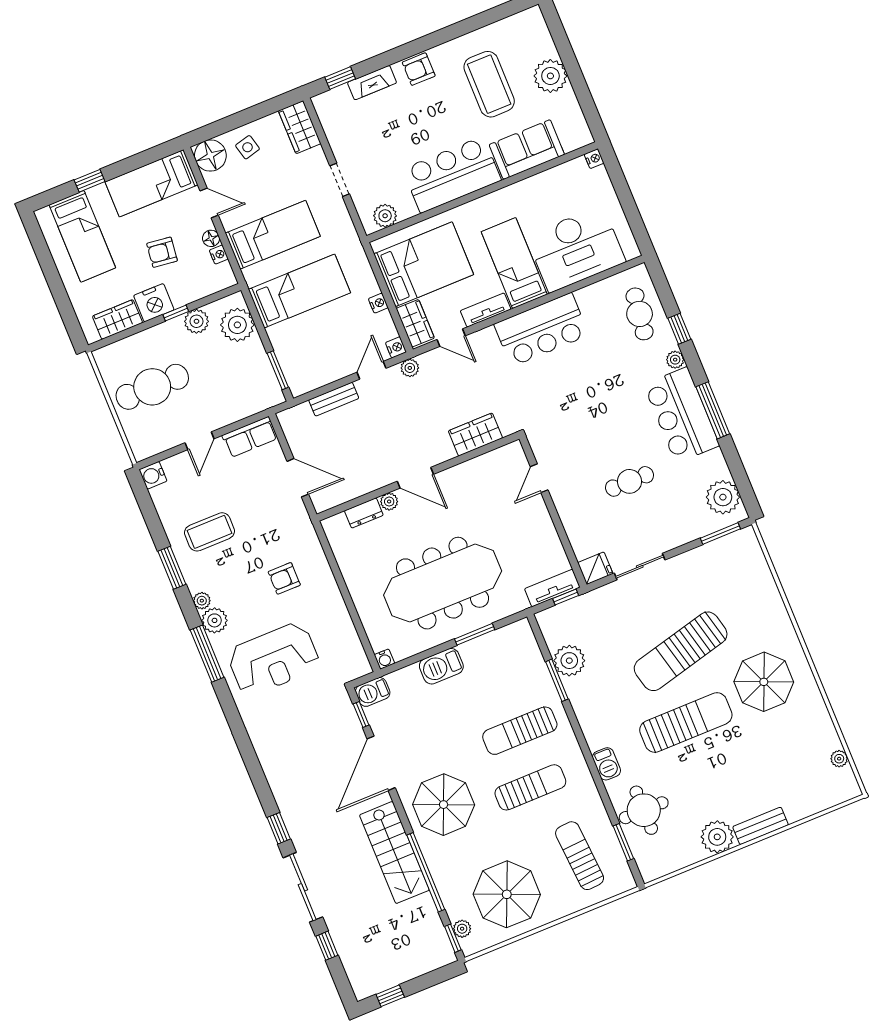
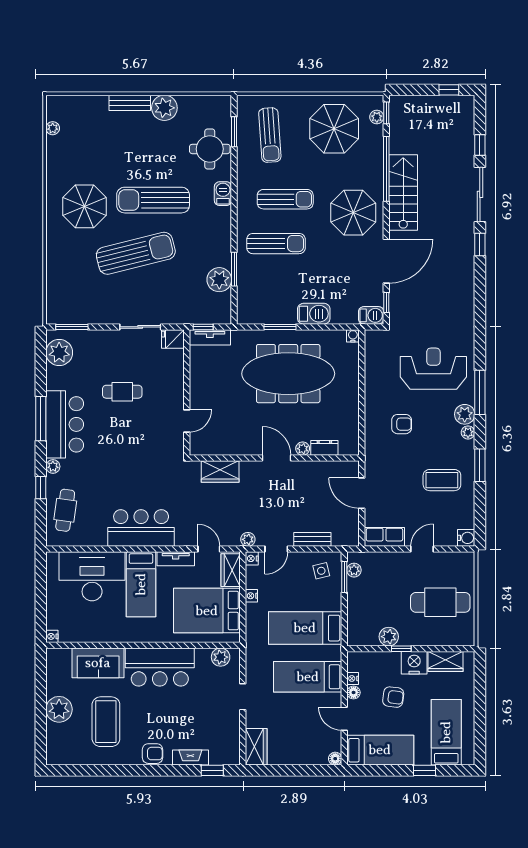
side table: (248, 147) -> (321, 571), moved
floor lamp: (210, 155) -> (335, 759), width x0.53, depth x0.53
plant: (237, 325) -> (354, 570), moved, width x0.53, depth x0.53
sun lounger: (530, 787) -> (285, 199), turned 180

